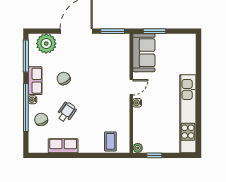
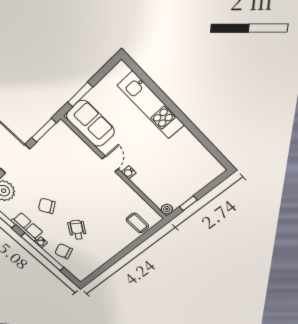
kitchen unit: (188, 114) -> (151, 105), moved, width x0.73
row of seats: (63, 146) -> (102, 257), removed

